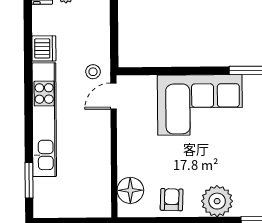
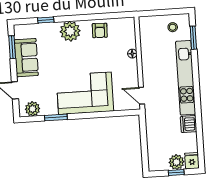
stool: (93, 72) -> (173, 27), moved
door: (113, 96) -> (142, 96), swing flipped
floor lamp: (130, 190) -> (132, 54), moved, width x0.53, depth x0.53

